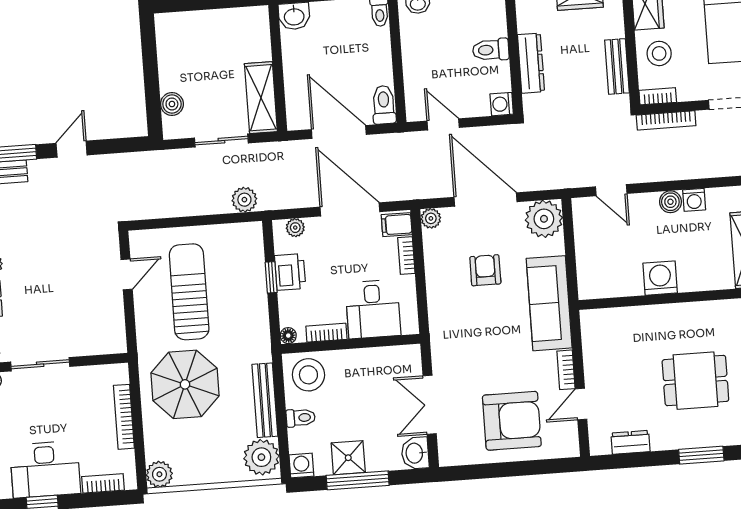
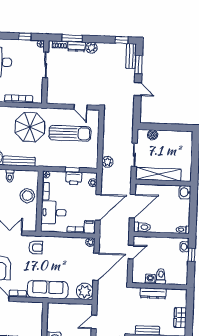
shelving: (261, 98) -> (158, 174), width x1.47
washing machine: (502, 104) -> (150, 279), moved
armchair: (485, 270) -> (36, 248), moved
stool: (308, 375) -> (27, 196), moved

